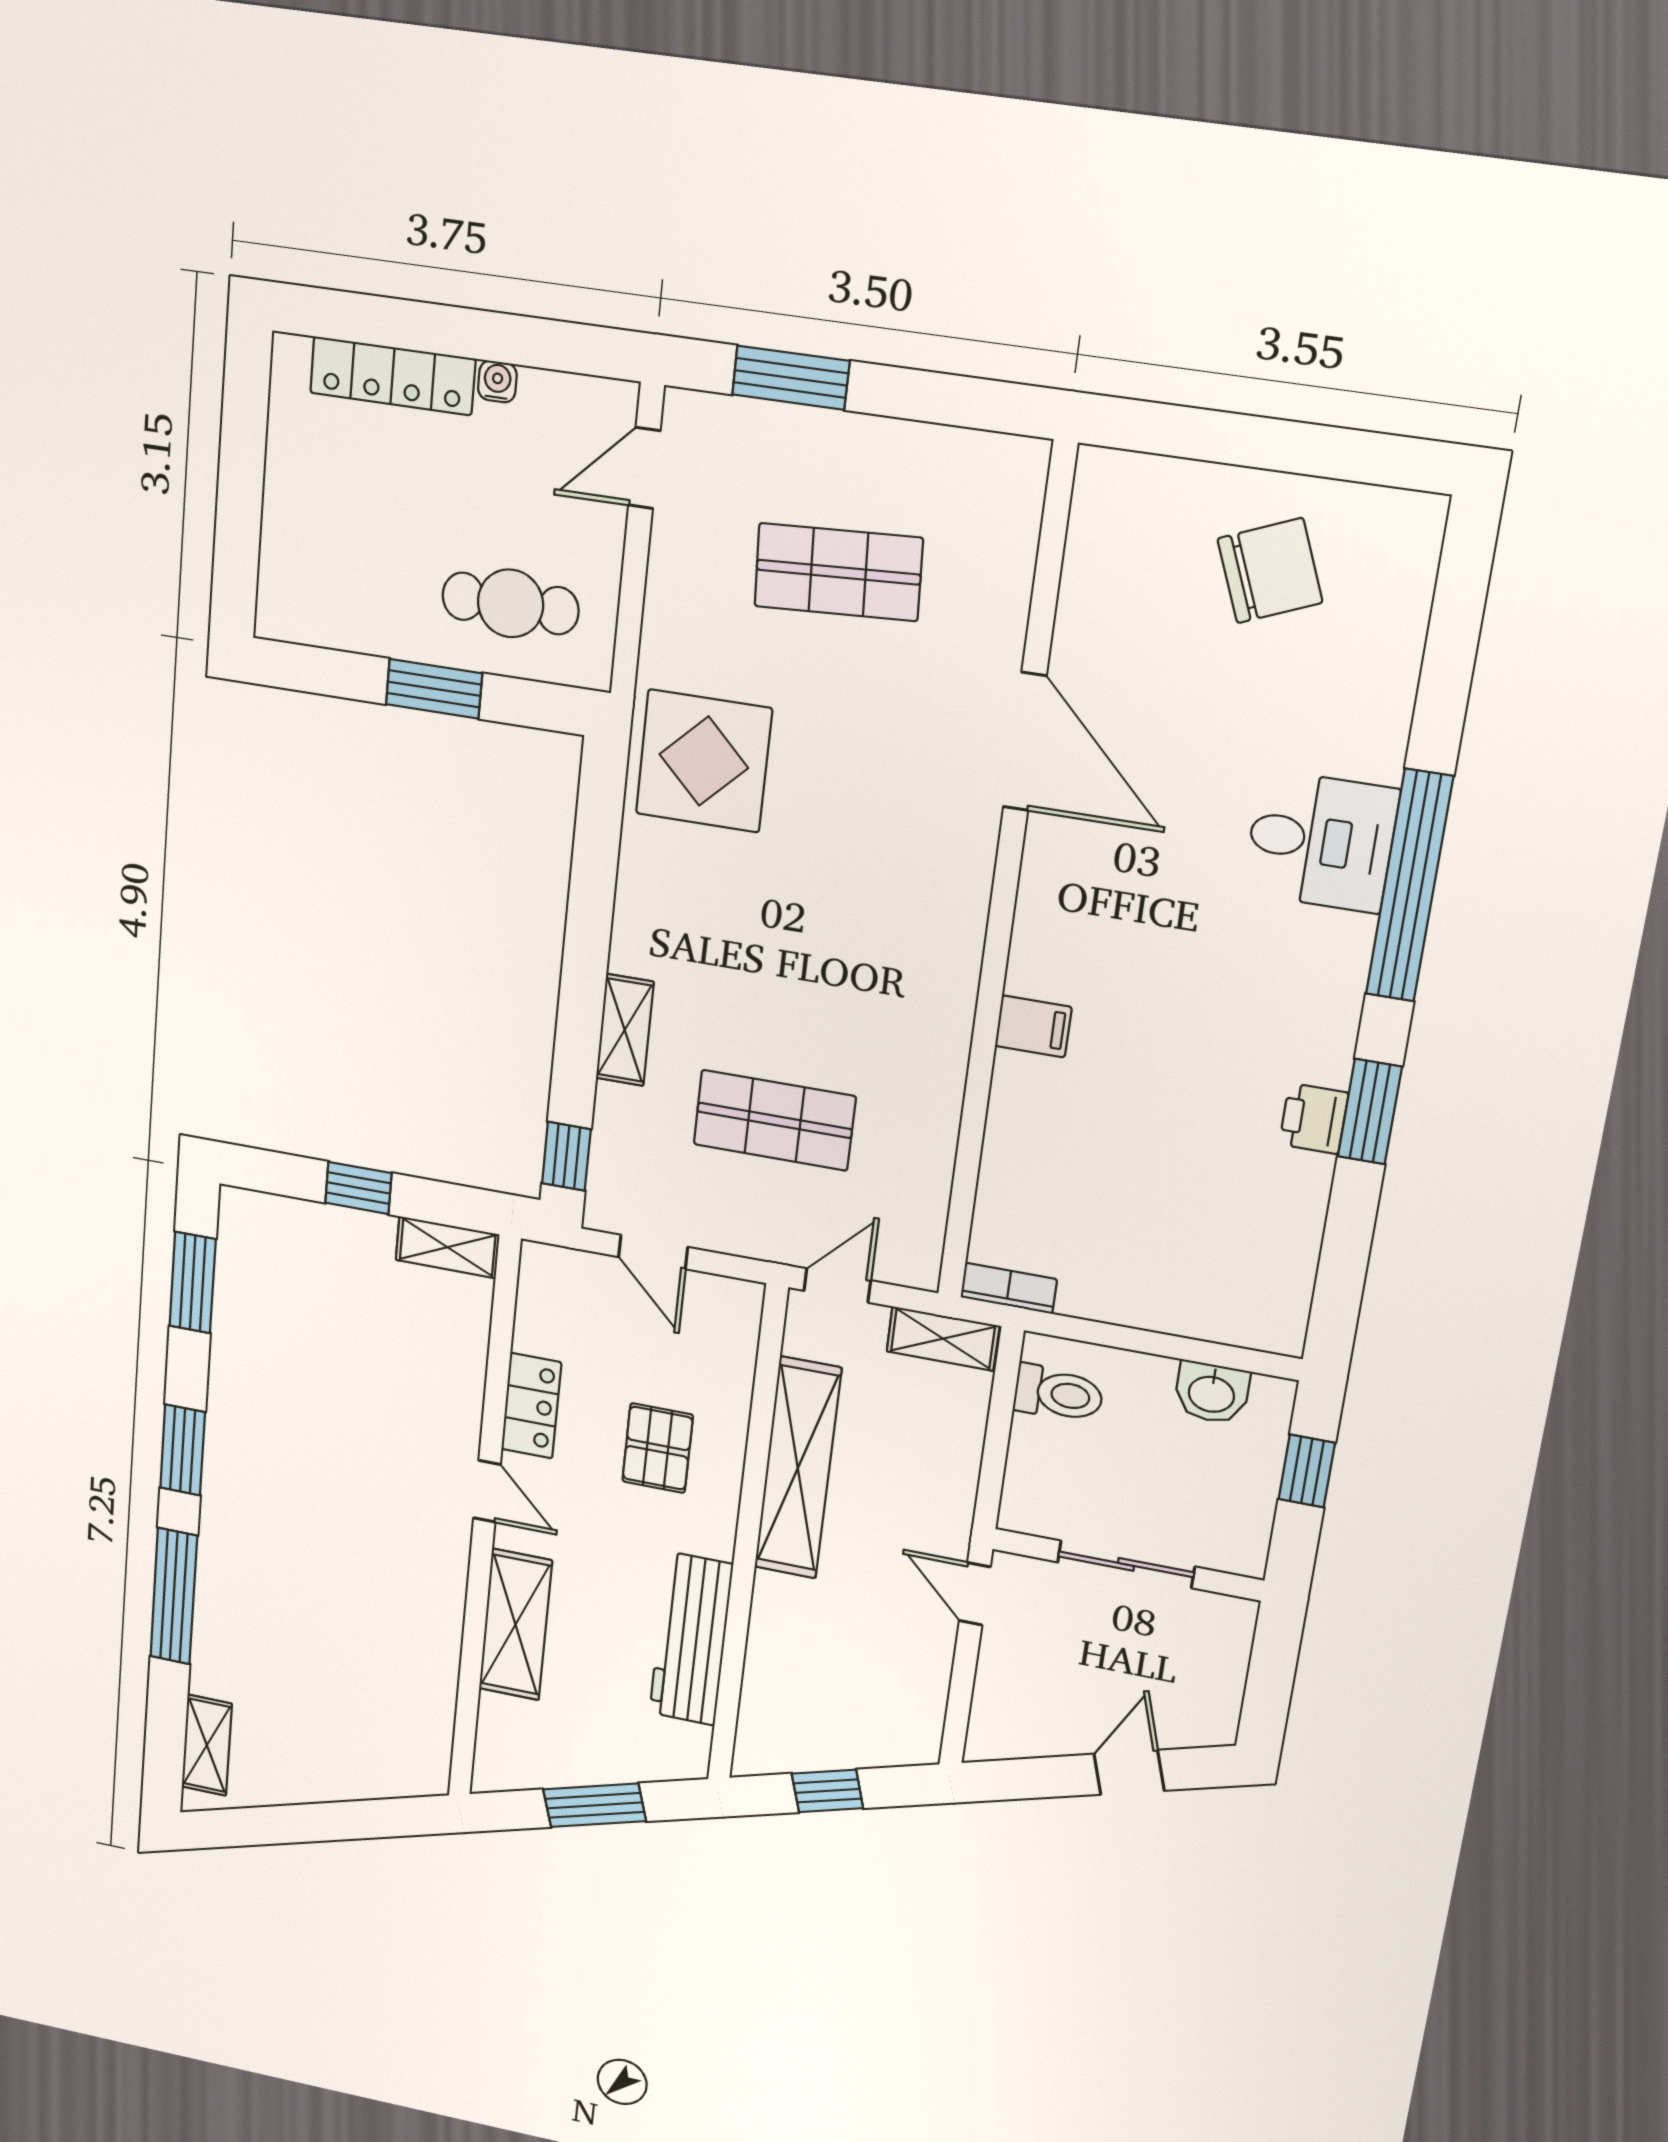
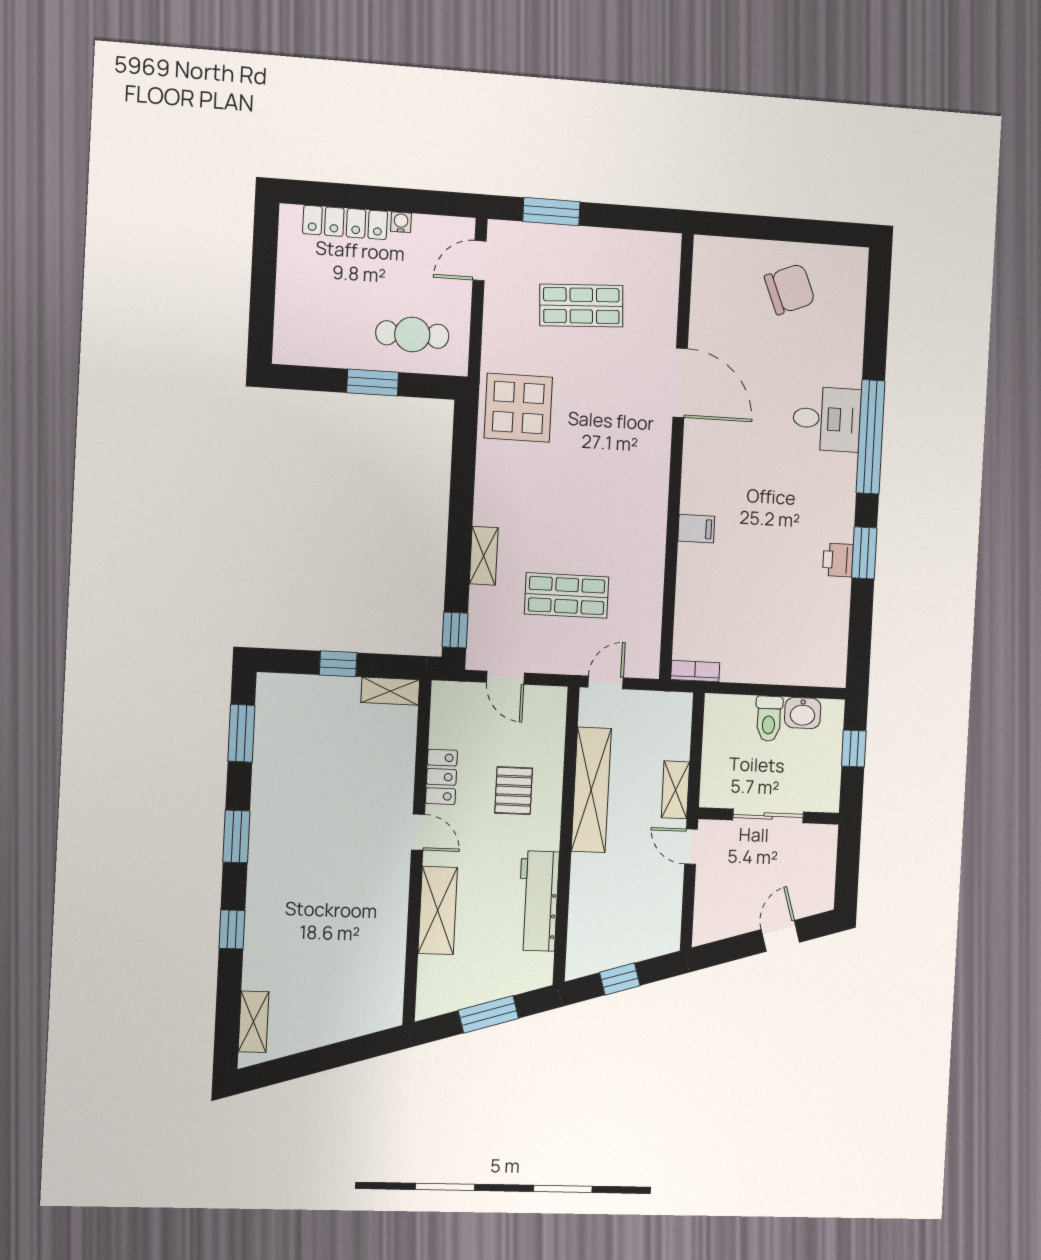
shelving: (943, 1339) -> (675, 790), moved, turned 90
toilet: (1058, 1394) -> (769, 719), moved, turned 90
window: (174, 1596) -> (232, 929), width x0.46

